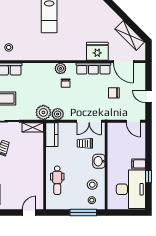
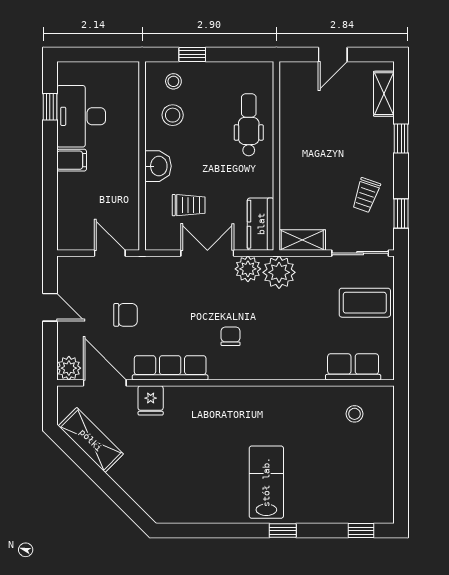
fridge: (97, 51) -> (151, 400), width x0.53, depth x0.75
plant: (60, 68) -> (69, 368), moved
double door: (89, 121) -> (207, 253), moved
door: (133, 121) -> (110, 253), moved
window: (149, 177) -> (50, 107), moved
desk: (131, 189) -> (81, 116), width x0.73, depth x0.77
door: (29, 213) -> (333, 54), moved
window: (83, 213) -> (192, 54), width x0.46

